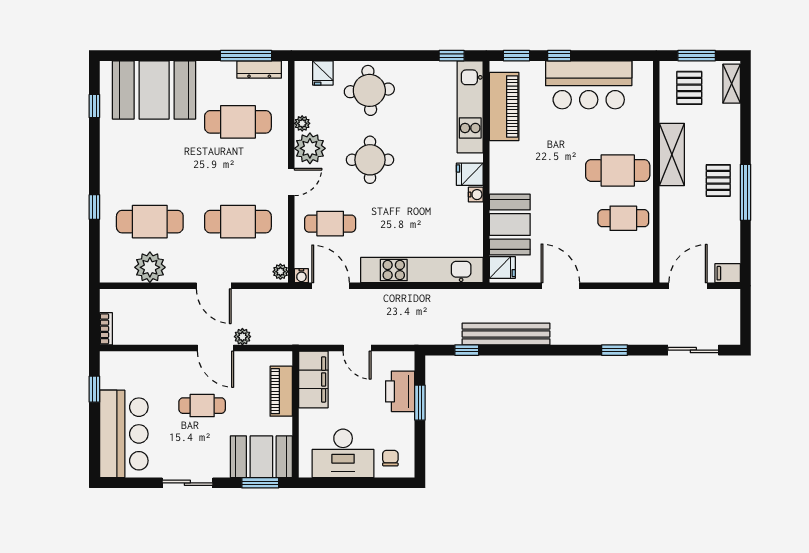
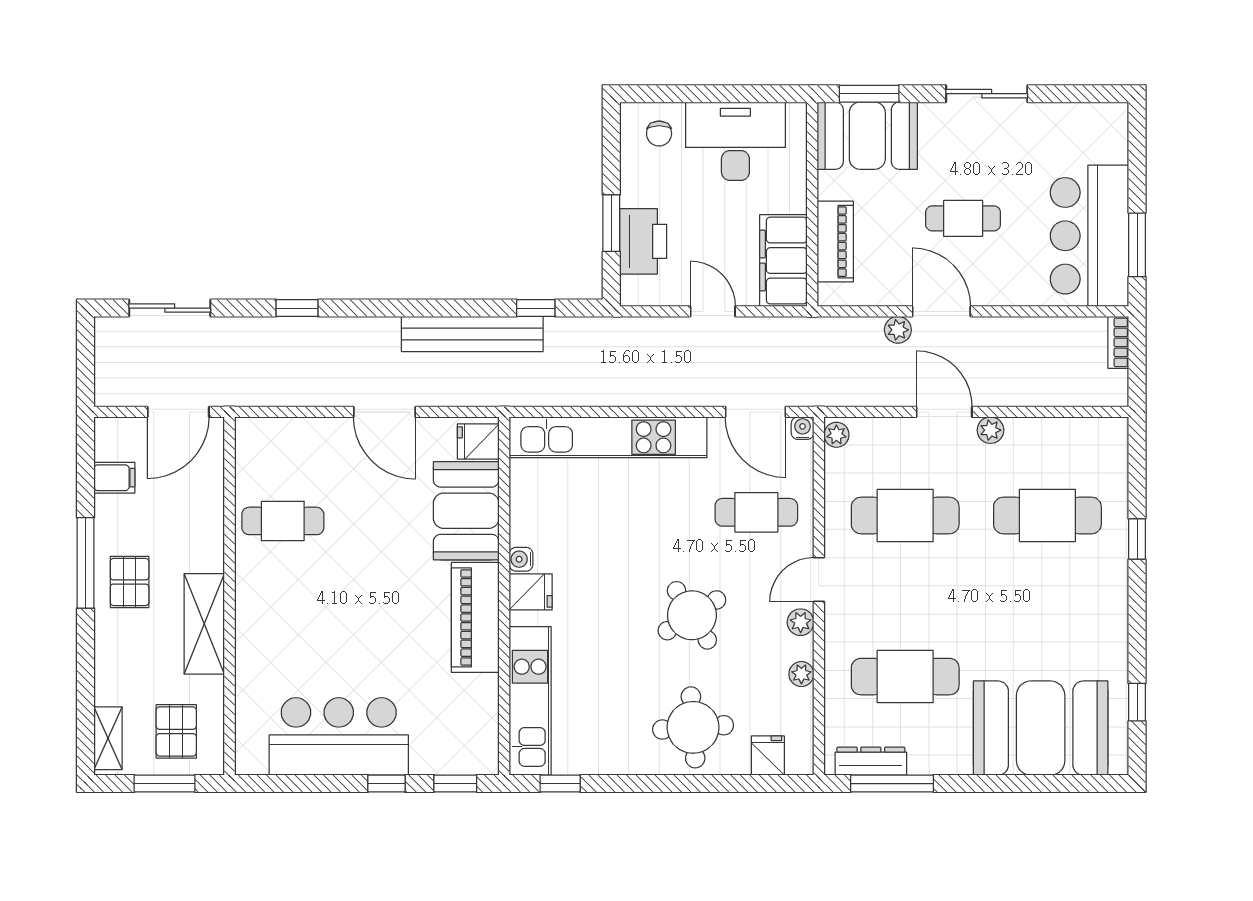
piano: (504, 107) -> (475, 617), moved
plant: (310, 148) -> (801, 622), width x0.53, depth x0.53
round table: (370, 160) -> (692, 615), turned -32
cafe table: (618, 170) -> (292, 598), removed
plant: (150, 267) -> (990, 430), moved, width x0.53, depth x0.53
filing cabinet: (728, 273) -> (114, 478), moved
window: (94, 389) -> (1137, 245), width x1.50
bar counter: (124, 434) -> (1089, 236), moved

